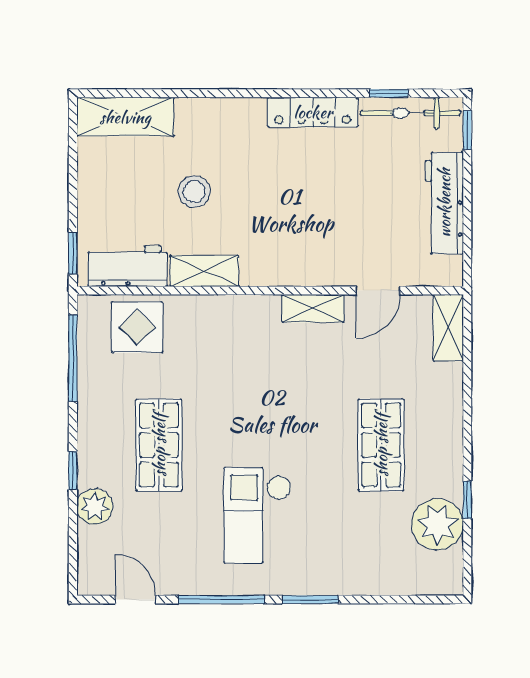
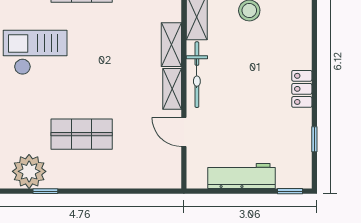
locker: (313, 112) -> (302, 89), width x0.66
bicycle: (410, 113) -> (197, 75), moved, turned 180
shelving: (448, 328) -> (171, 45), moved, turned 90

